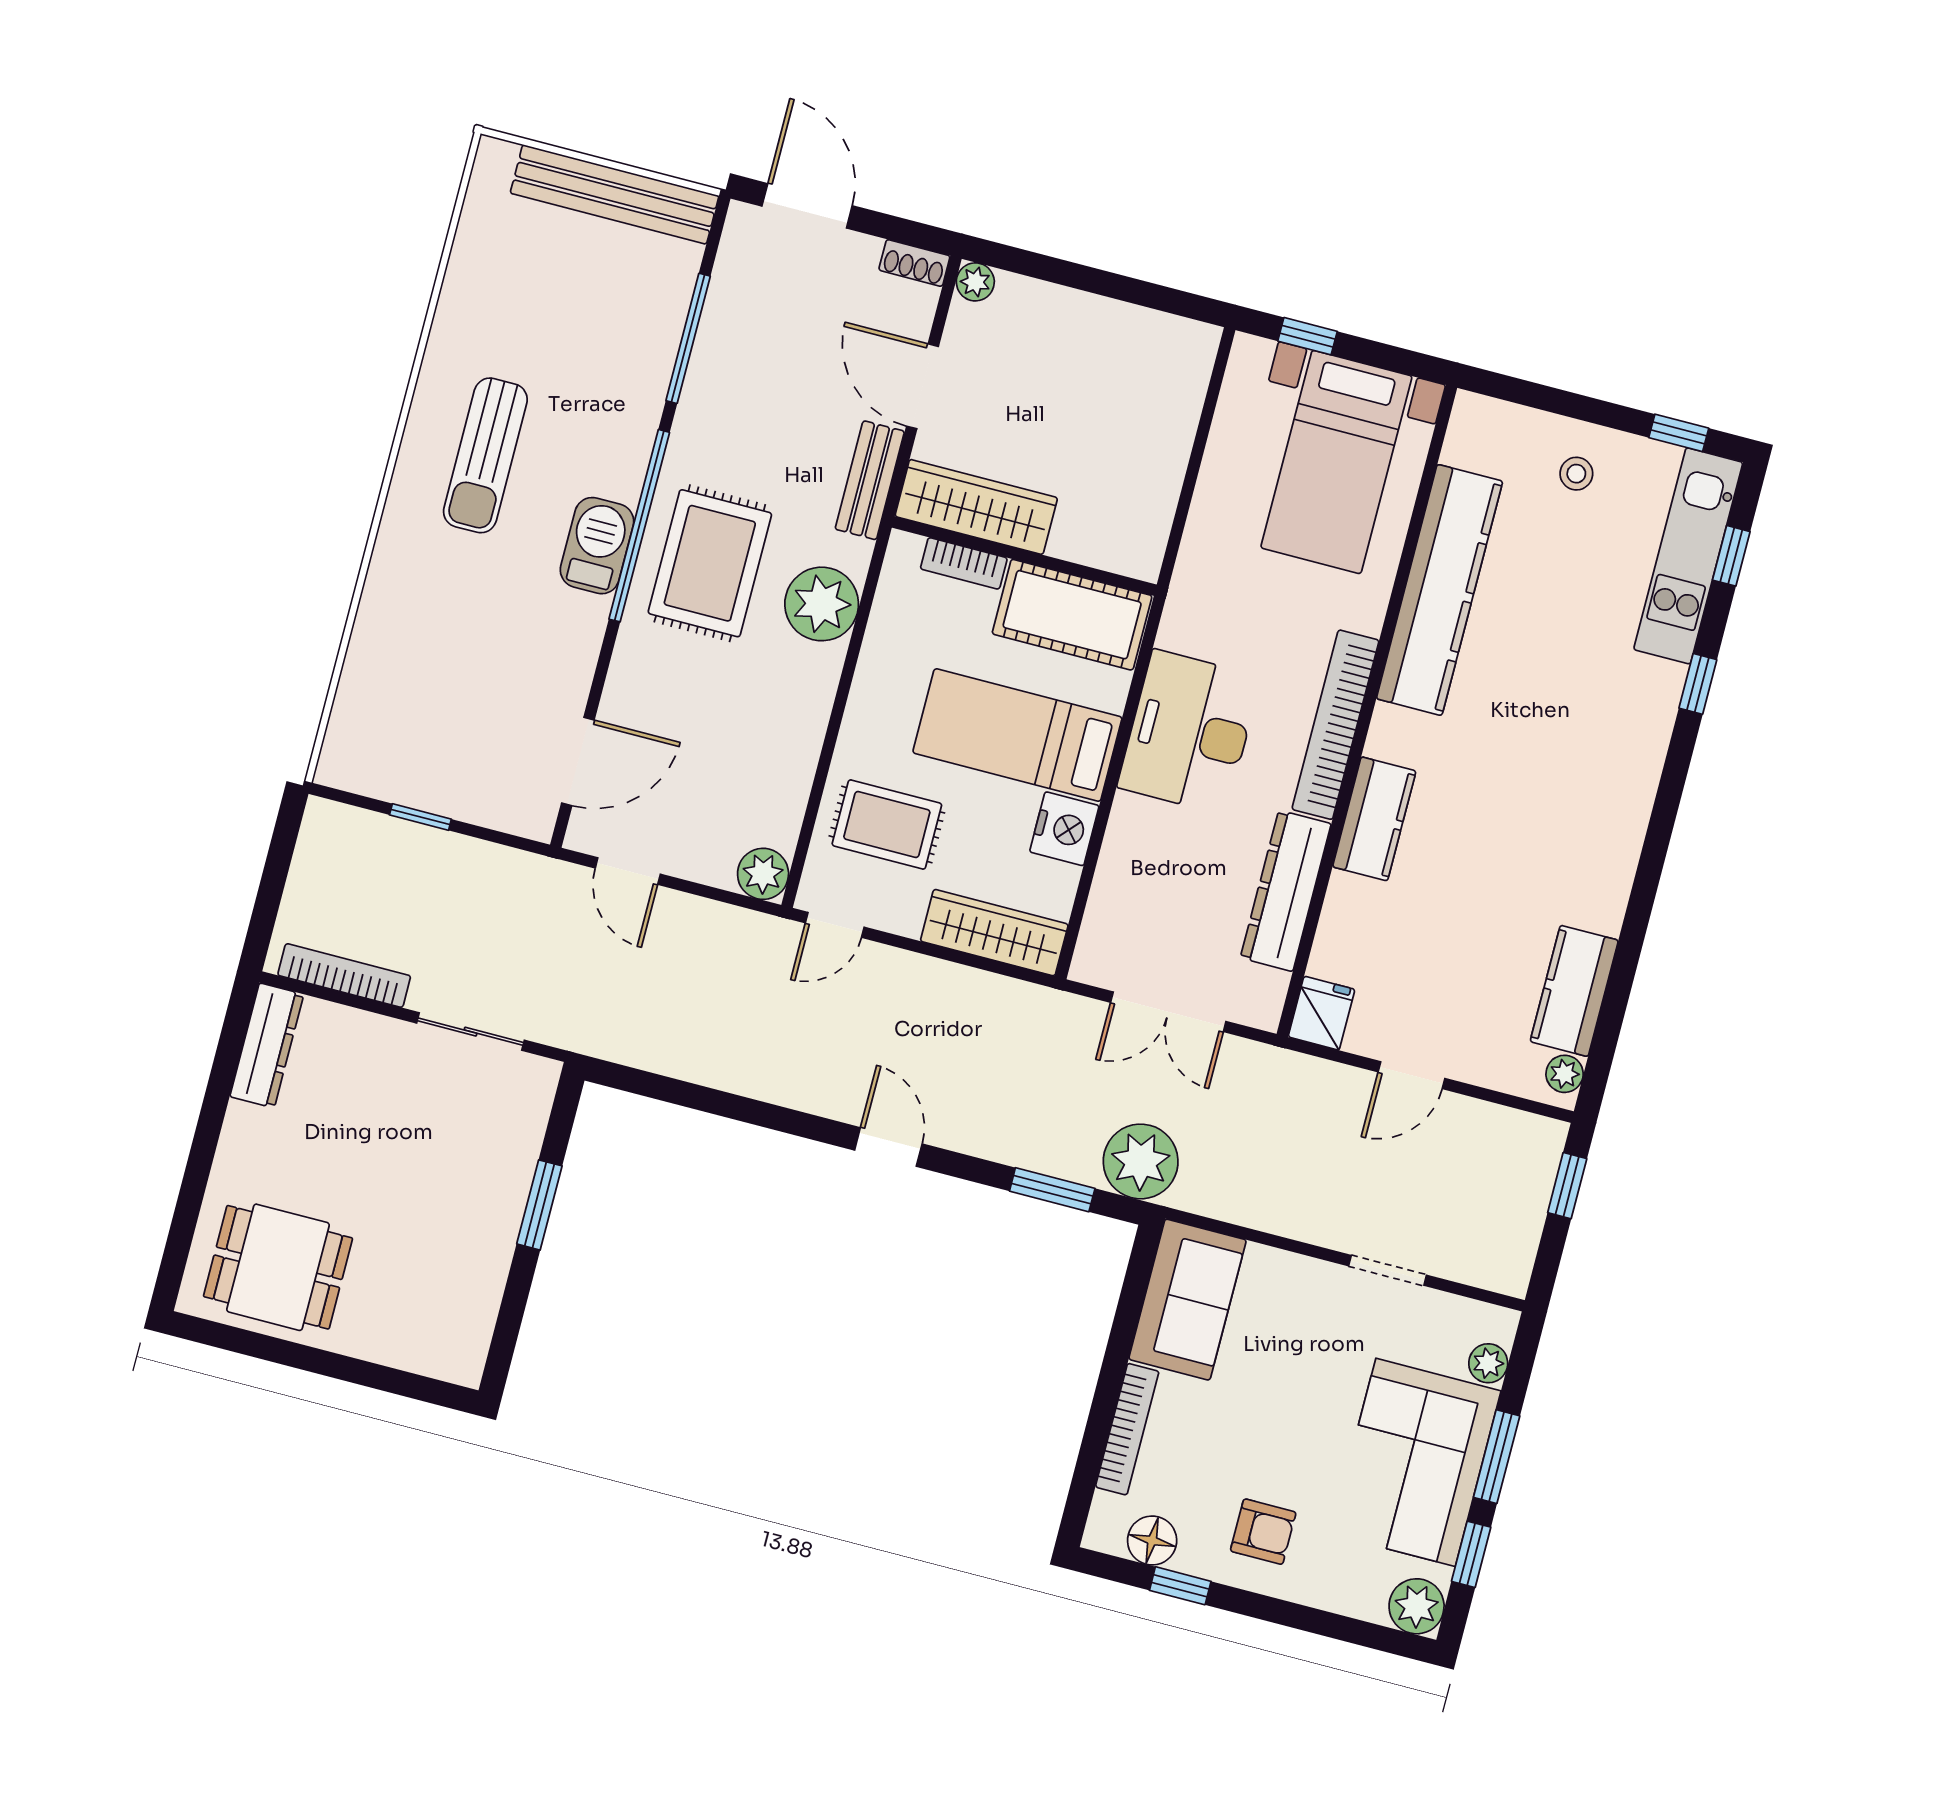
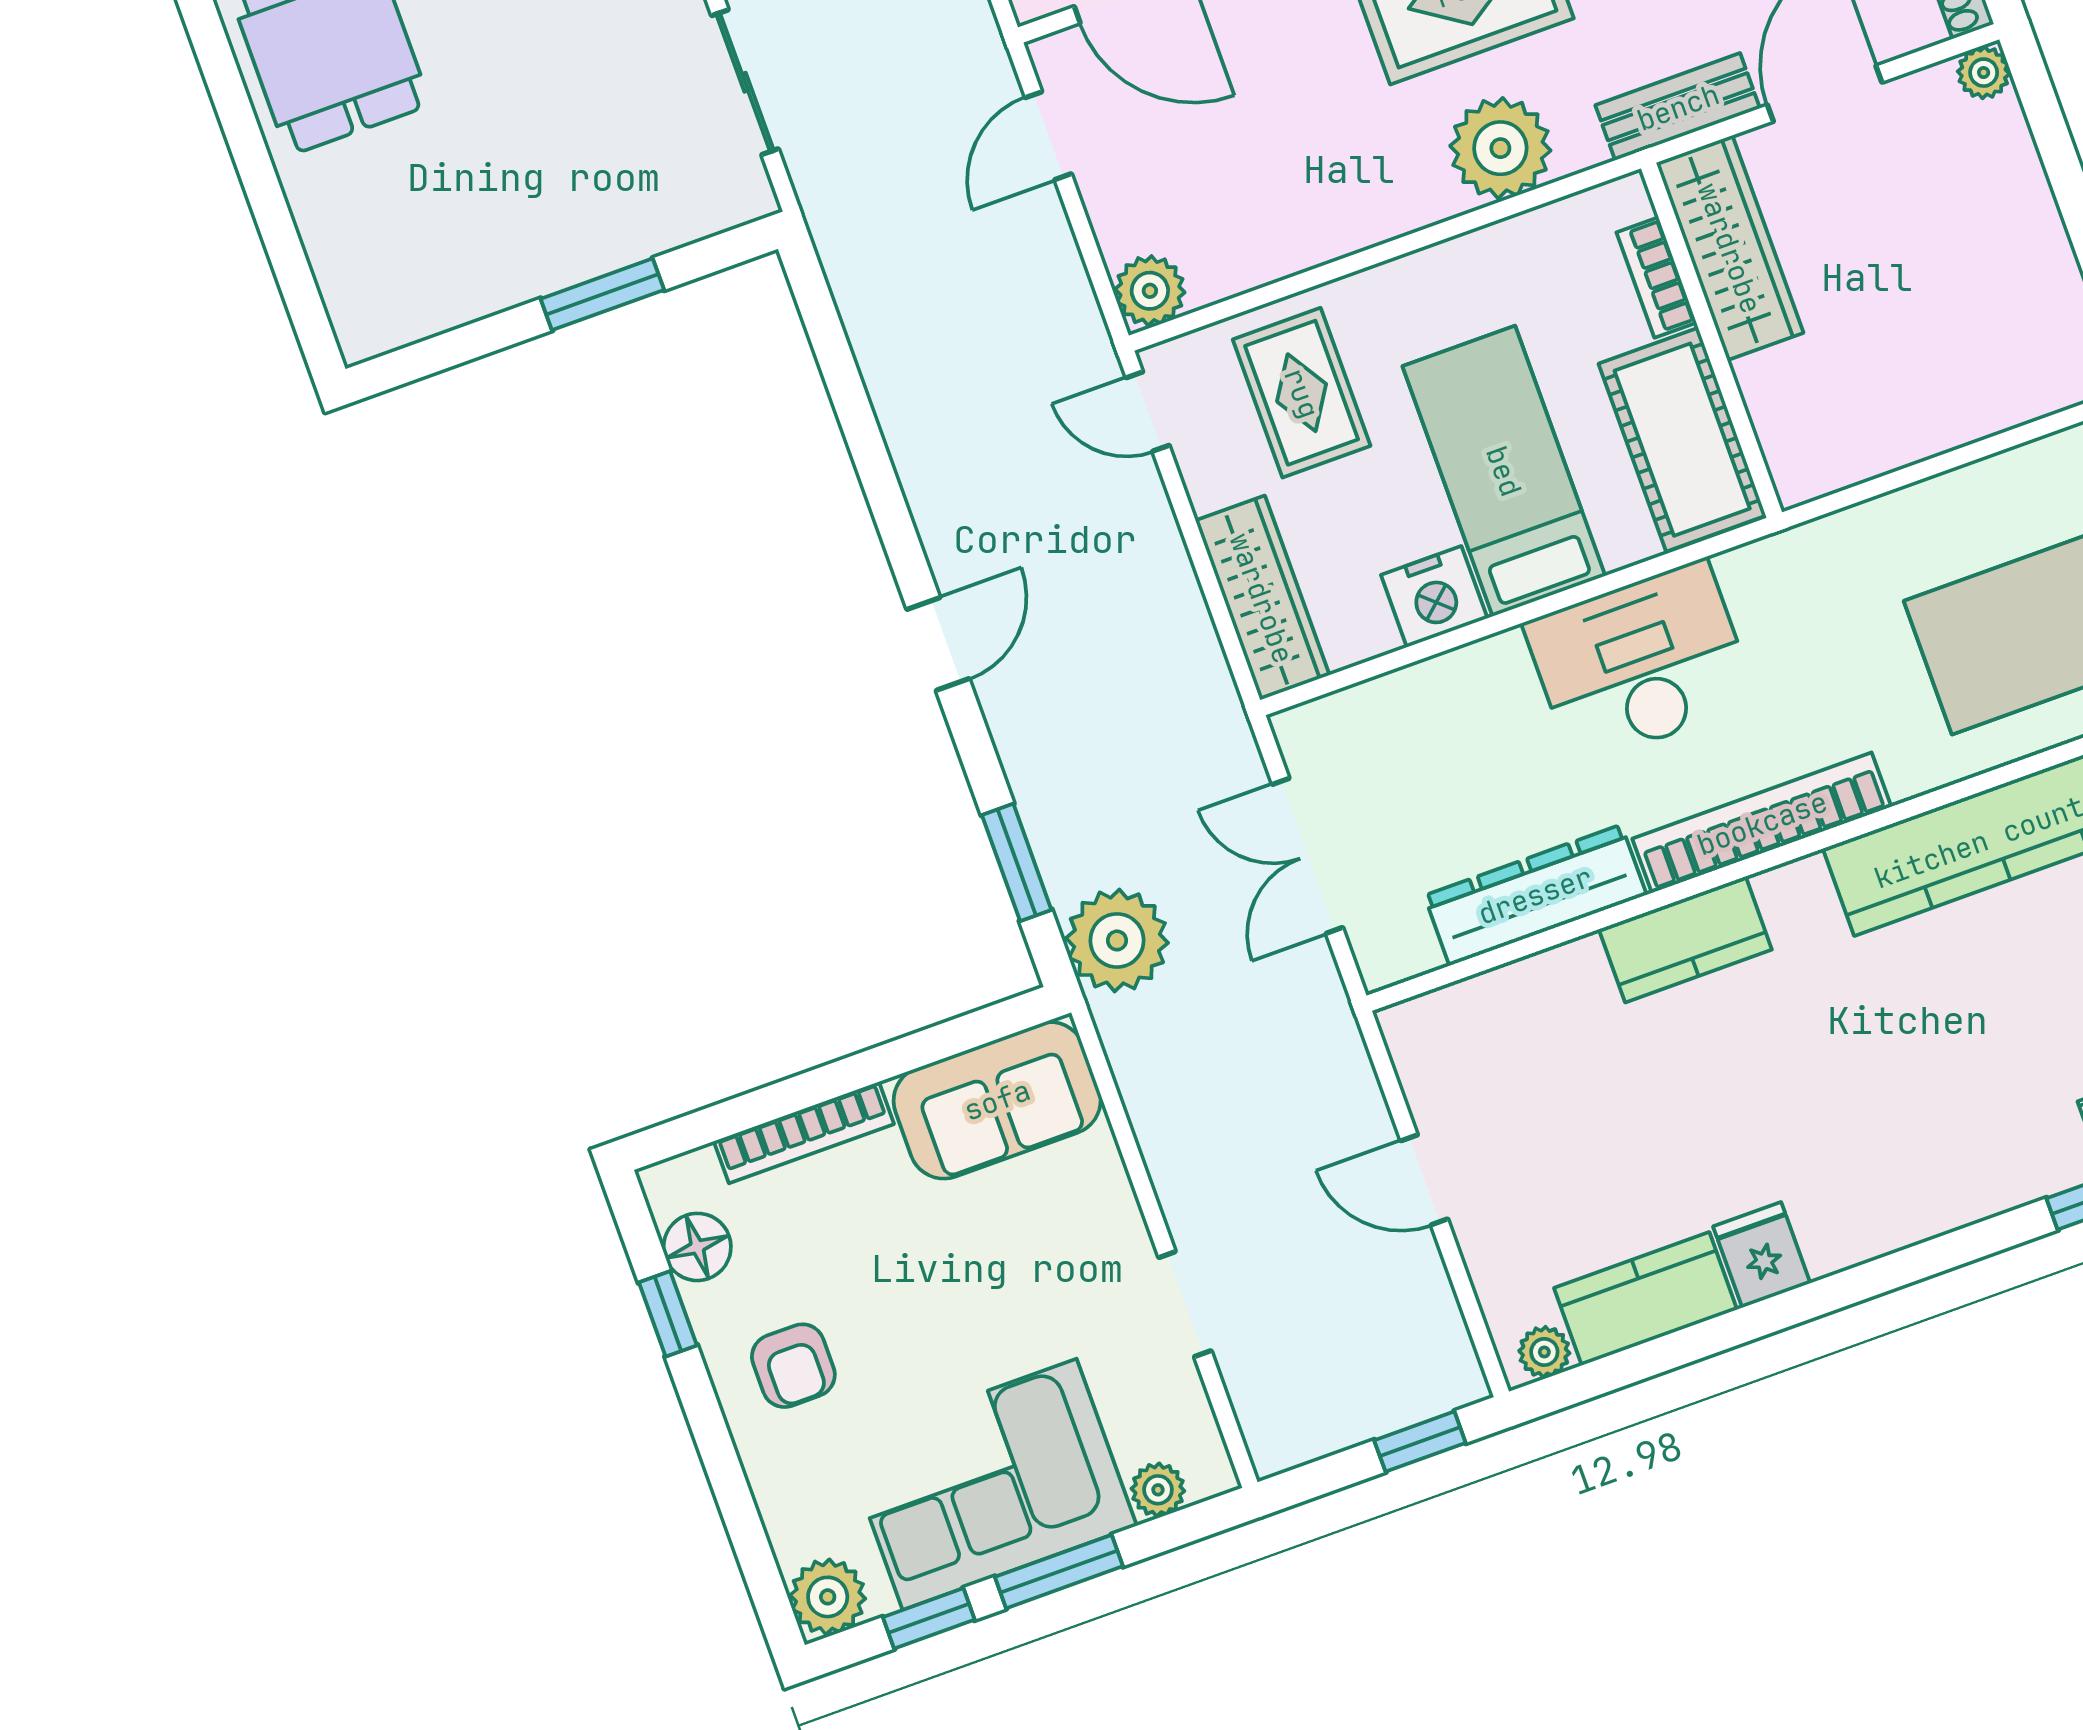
fridge: (1322, 1013) -> (1762, 1255), moved, turned -90

